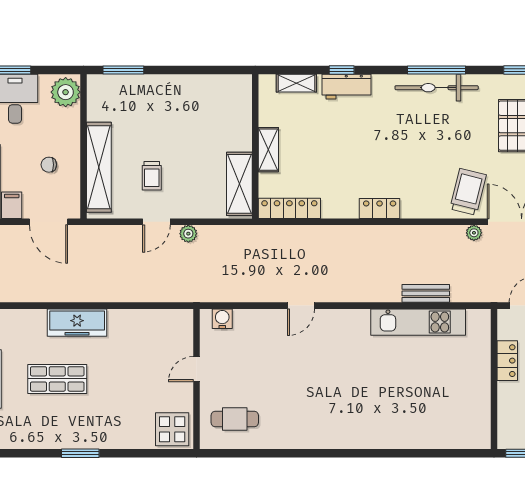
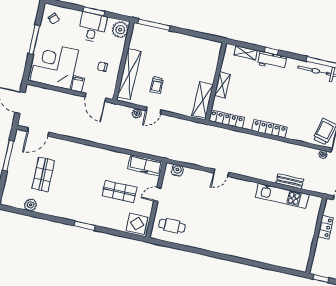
window: (123, 70) -> (154, 25), width x1.44
locker: (380, 209) -> (269, 129), width x1.53
plant: (188, 234) -> (137, 113), moved
freezer: (77, 323) -> (145, 165), moved
shop shelf: (57, 379) -> (119, 191), moved

